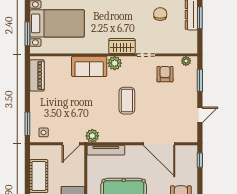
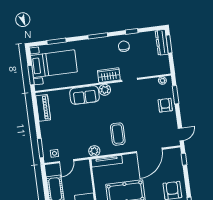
chair: (160, 14) -> (124, 46), moved
armchair: (165, 74) -> (165, 105), moved
coffee table: (127, 101) -> (118, 134), moved
door: (200, 115) -> (181, 134), moved
door: (71, 144) -> (67, 161), moved
door: (159, 144) -> (149, 150), hinge flipped

